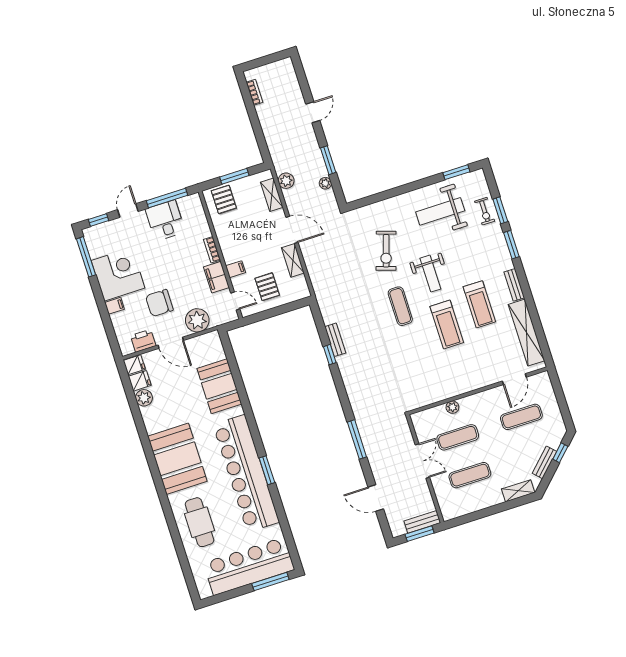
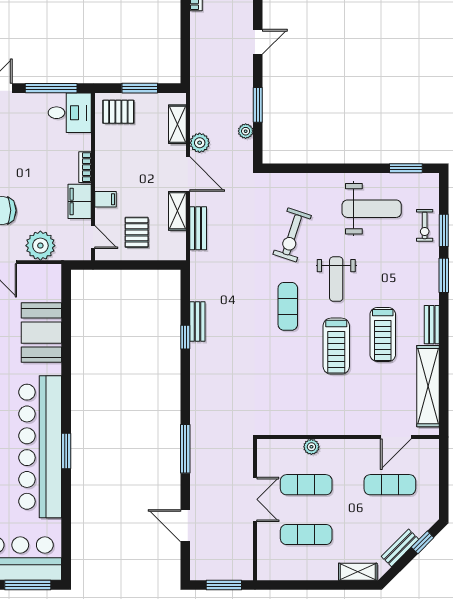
plant: (286, 181) -> (200, 143), moved
pallet: (224, 199) -> (118, 112), turned 90
weight bench: (440, 211) -> (372, 209), turned 180
desk: (165, 220) -> (70, 113), moved, turned 90
bench: (422, 522) -> (198, 228), moved, turned 90

